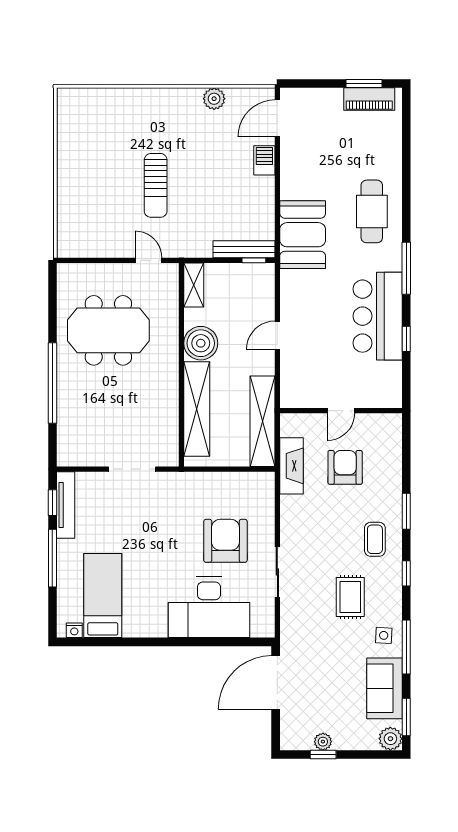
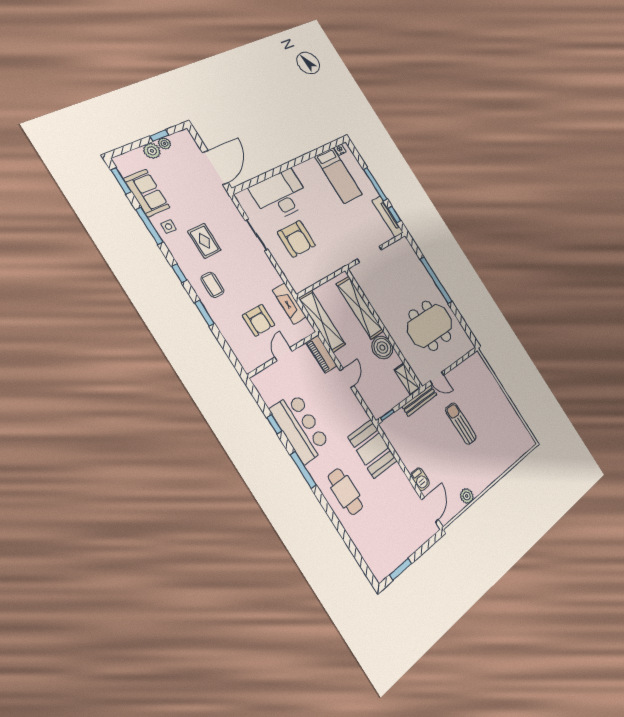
piano: (369, 99) -> (321, 354), moved, turned -90
bench: (244, 249) -> (419, 401), moved
plant: (390, 739) -> (152, 151), moved

